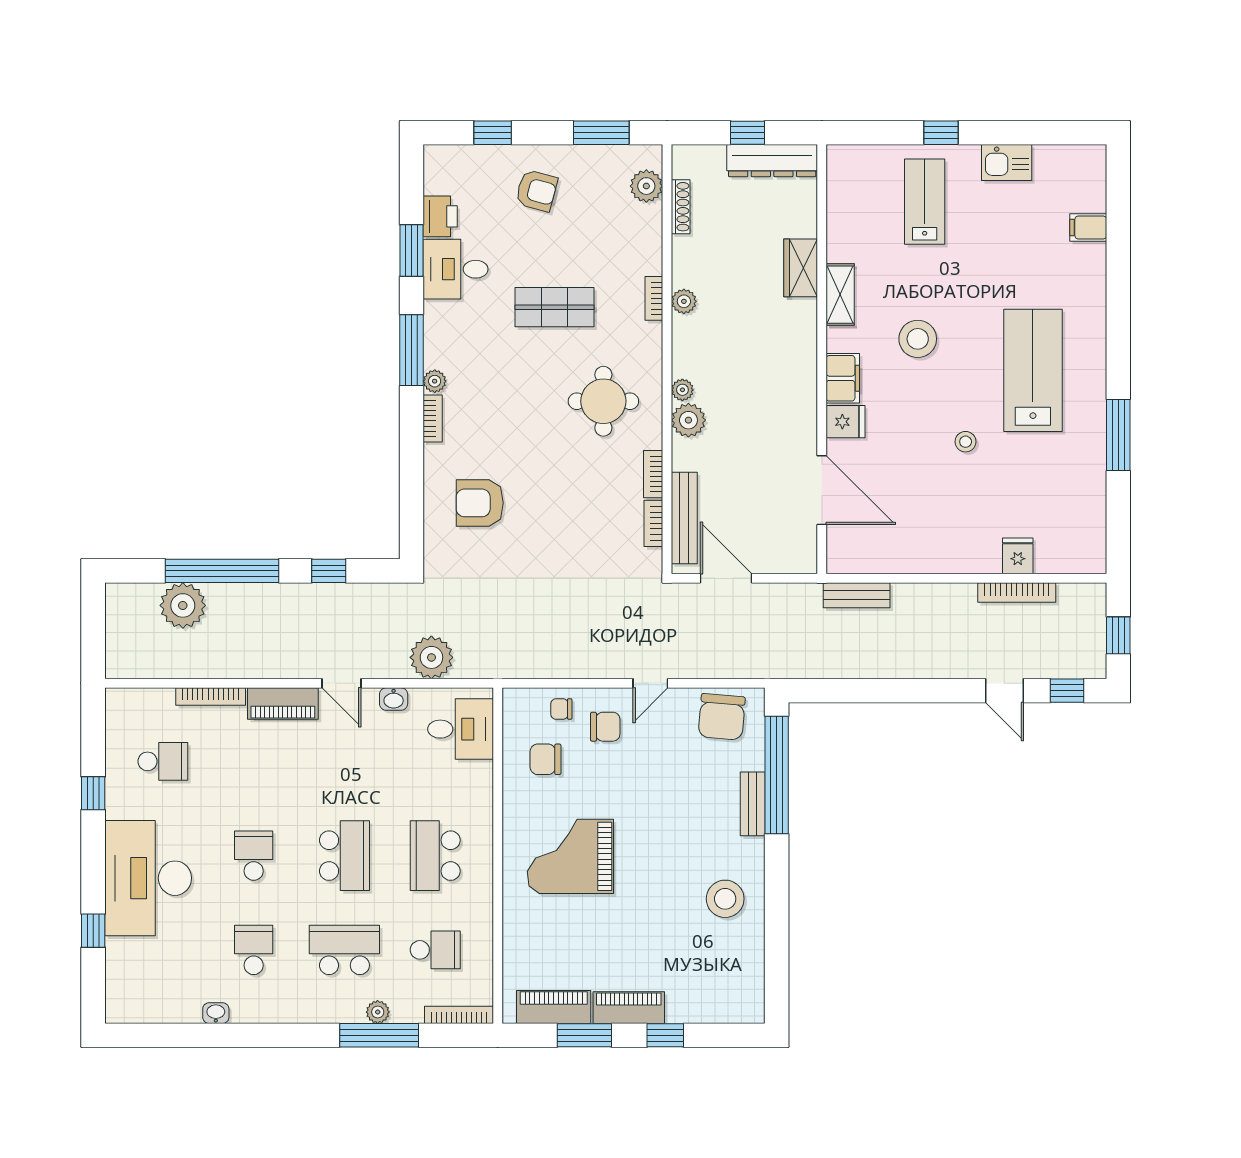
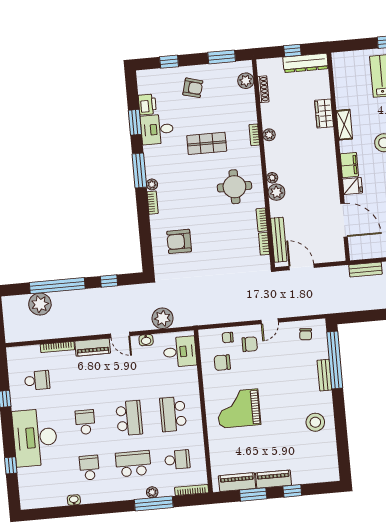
chair: (722, 717) -> (306, 334), width x0.54, depth x0.54

